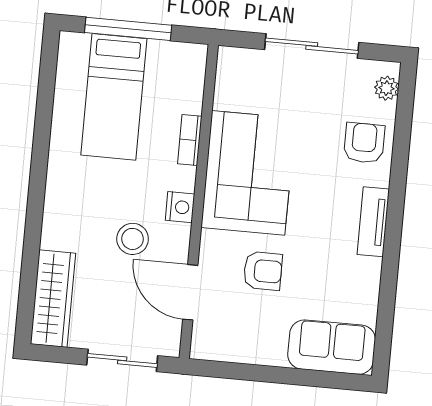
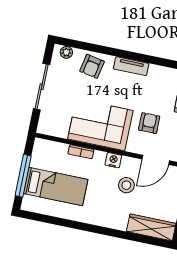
armchair: (364, 143) -> (92, 66), turned -79

